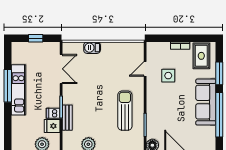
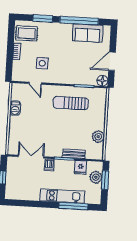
barbecue: (92, 48) -> (15, 108), moved
window: (8, 86) -> (73, 206), moved
kitchen unit: (18, 90) -> (62, 196), moved
sofa: (206, 102) -> (87, 33), moved, width x0.73
dishwasher: (53, 113) -> (49, 165), moved

